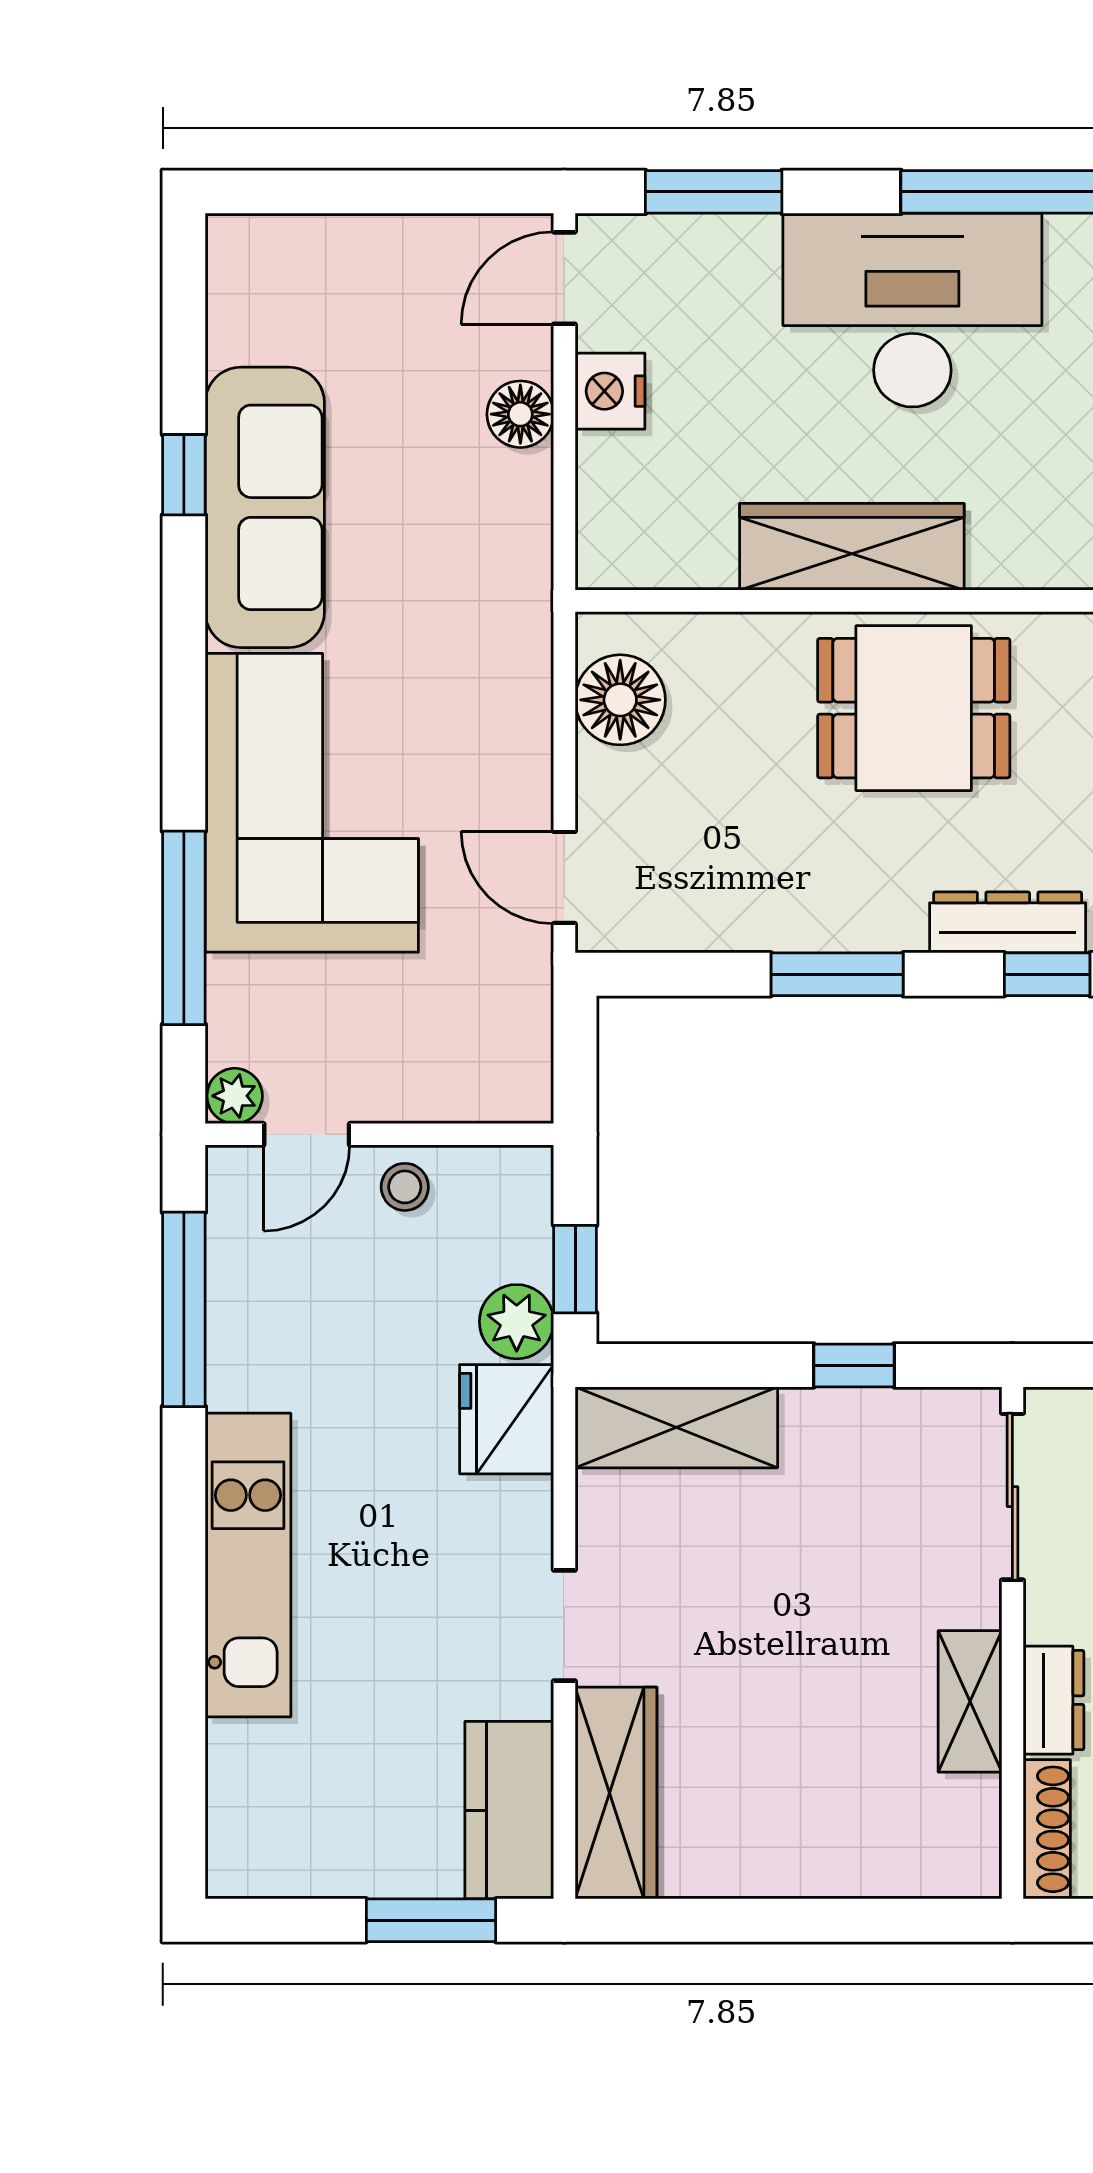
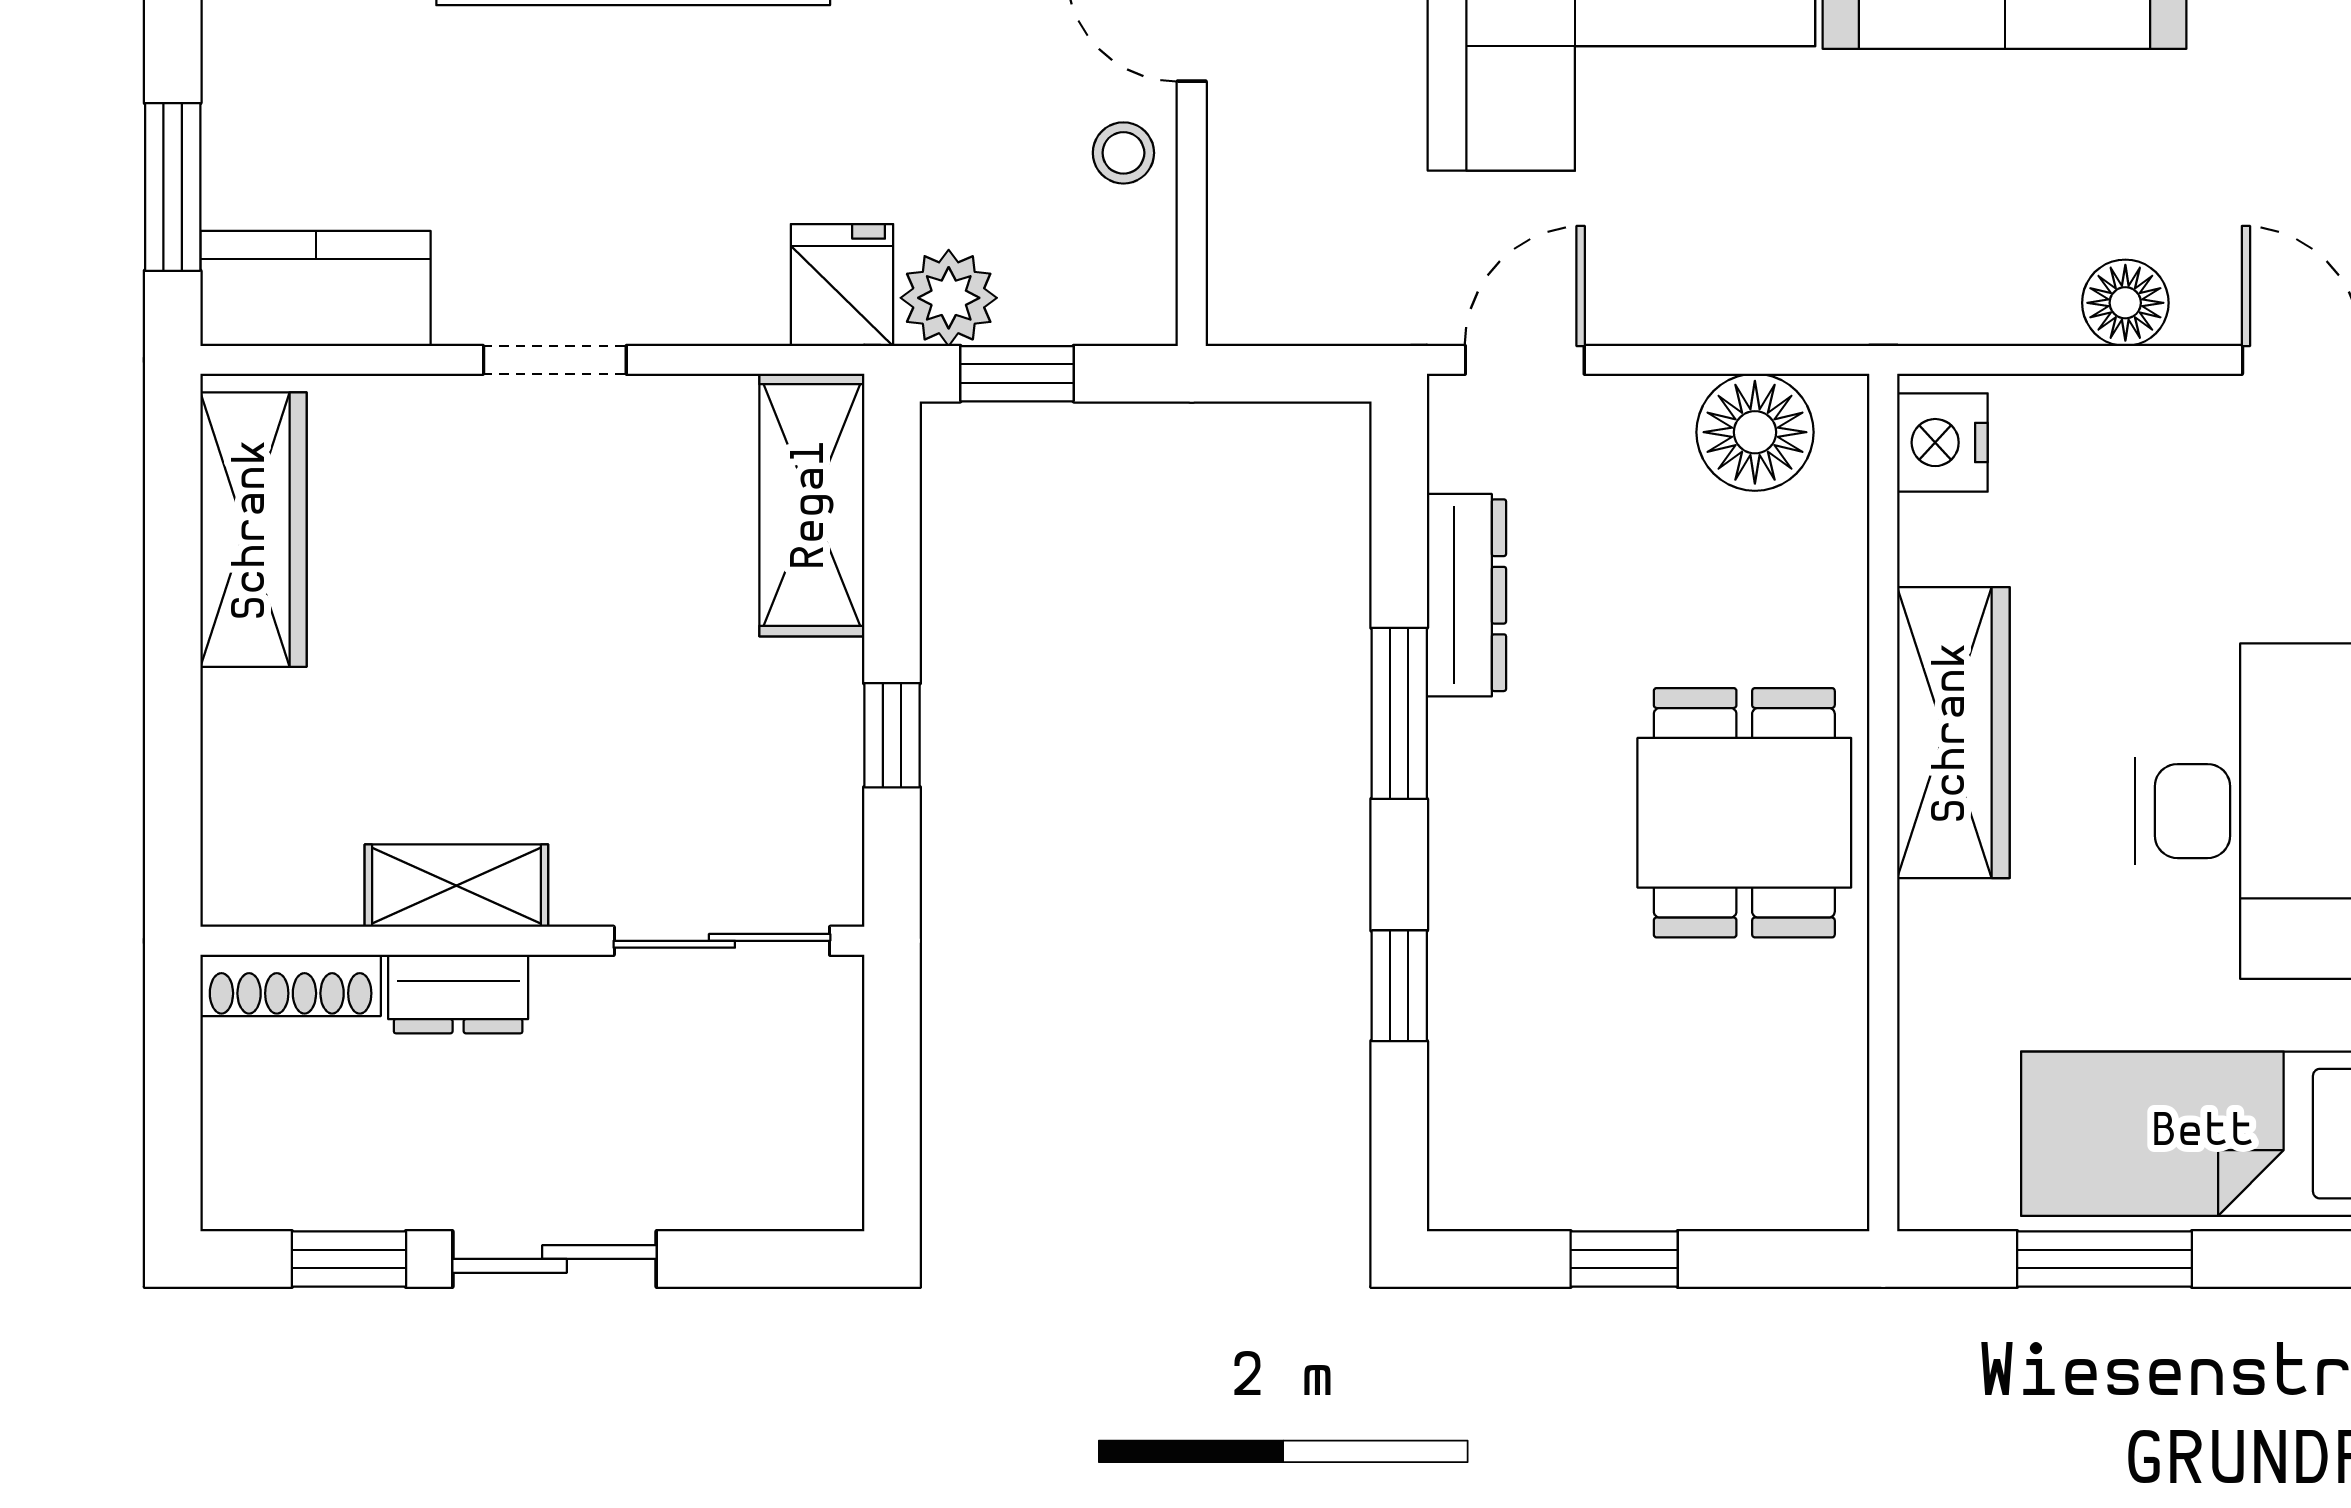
nightstand: (610, 391) -> (1942, 443), moved, turned -90
dresser: (1008, 922) -> (1466, 595), moved
fridge: (507, 1419) -> (842, 285), width x0.72
wardrobe: (616, 1793) -> (253, 530), moved, turned -90

